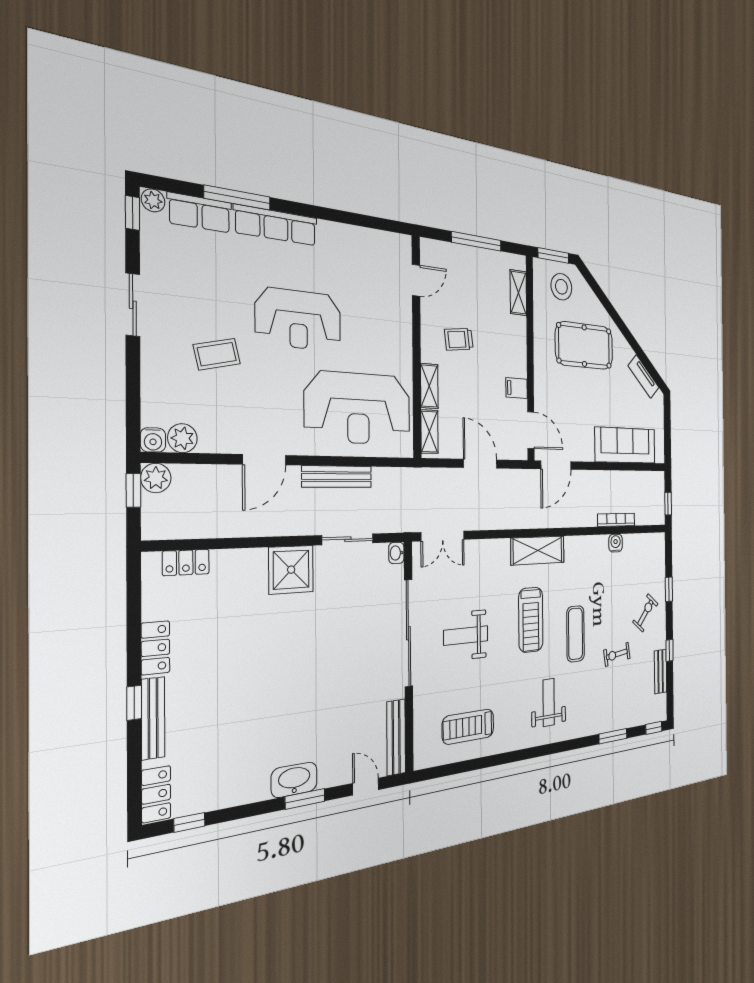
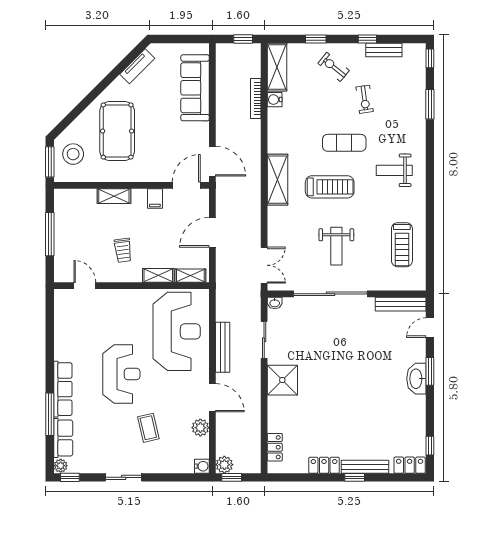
shelving: (518, 293) -> (114, 196), moved
plant: (182, 438) -> (200, 428), moved
shelving: (645, 545) -> (277, 67), added

